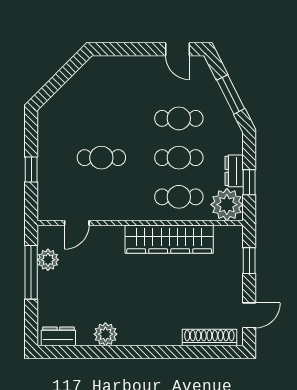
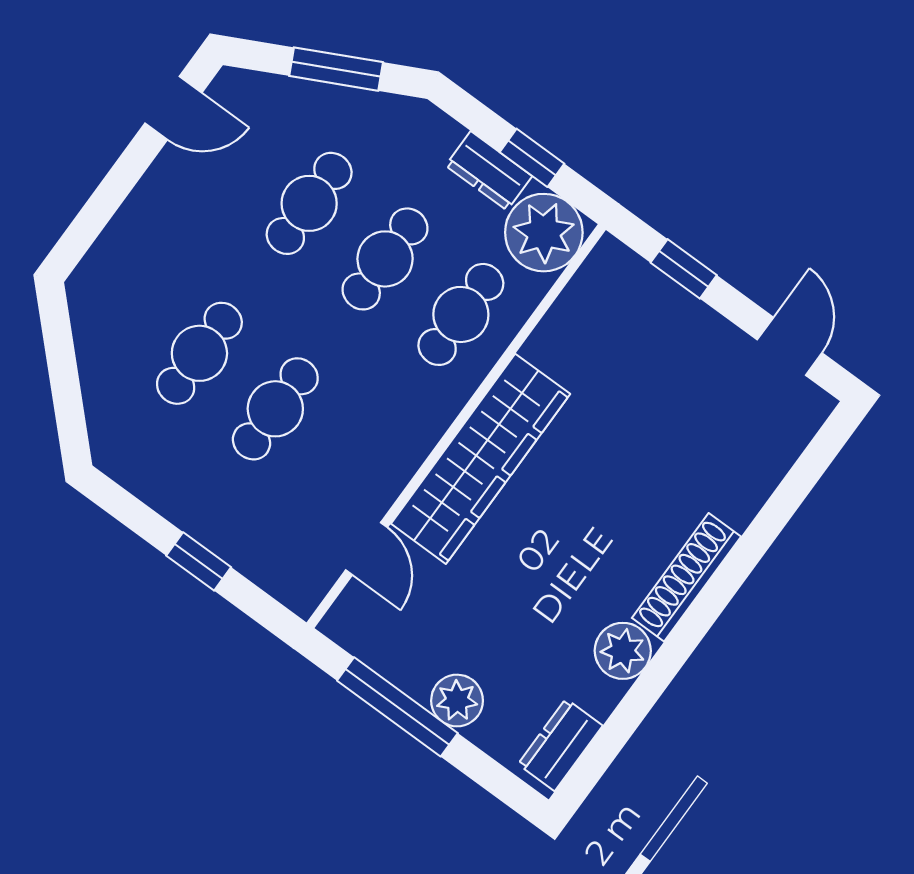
cafe table: (101, 118) -> (199, 353), added
wardrobe: (169, 239) -> (481, 459), moved
plant: (48, 260) -> (457, 701), moved
shoe rack: (209, 338) -> (686, 577), moved

